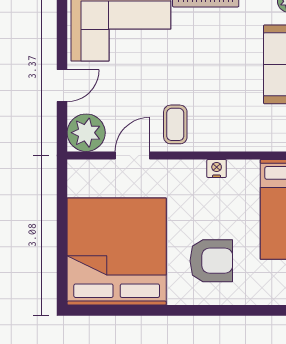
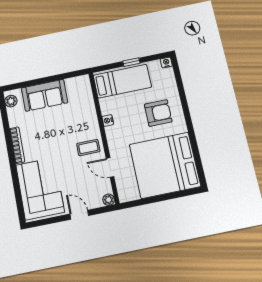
plant: (86, 133) -> (109, 200), width x0.53, depth x0.53
armchair: (211, 261) -> (158, 113), turned 90

